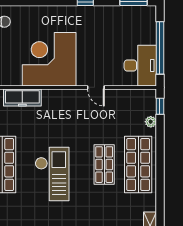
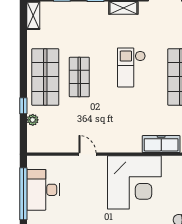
desk: (140, 66) -> (43, 190), moved
window: (160, 106) -> (23, 106), moved
checkout: (52, 174) -> (131, 67), width x0.73, depth x0.83

